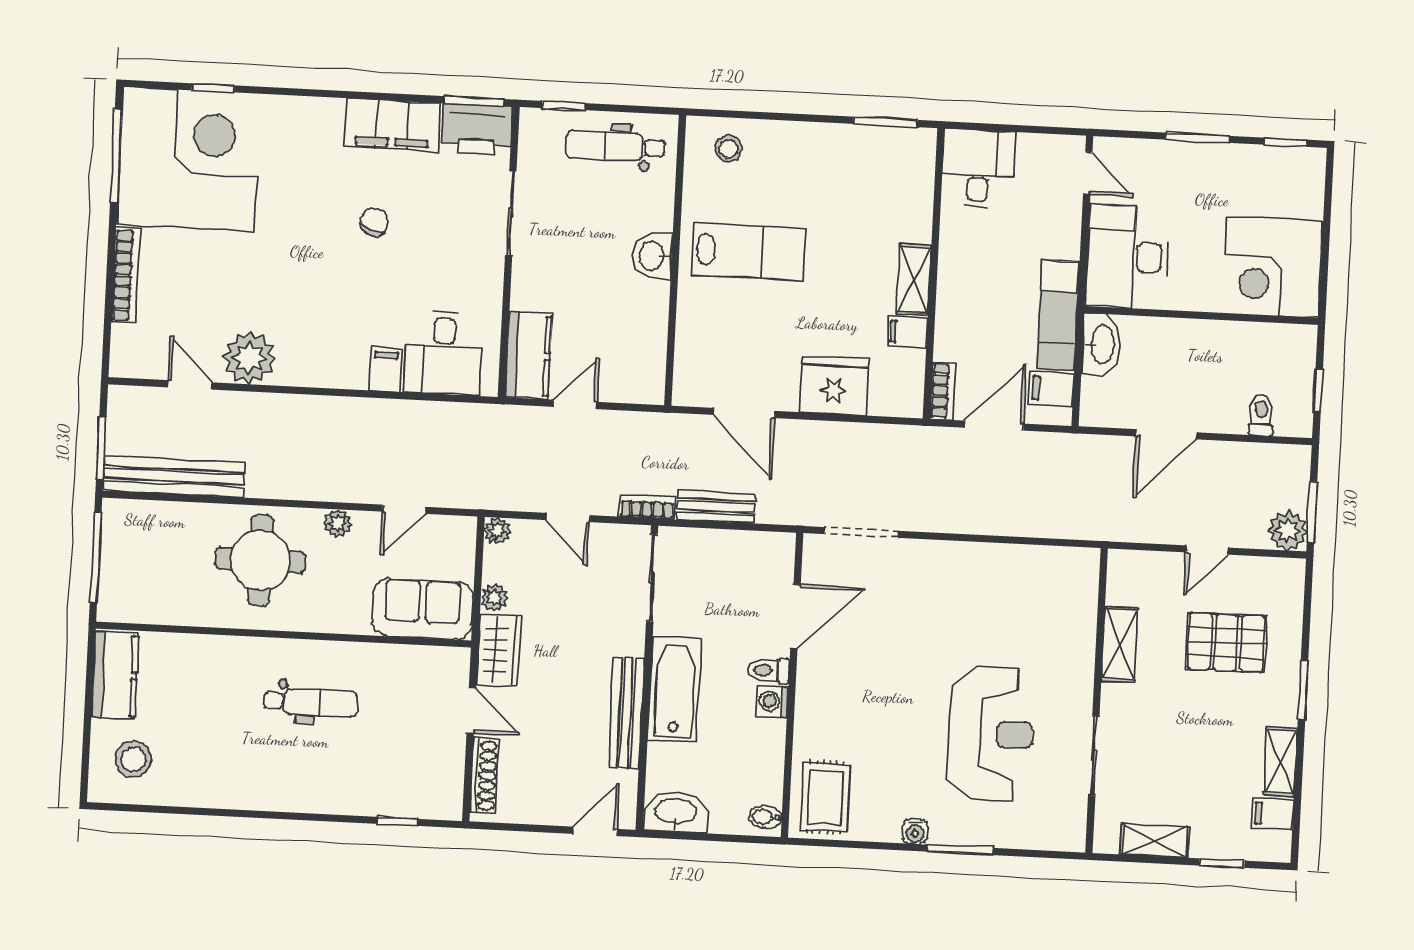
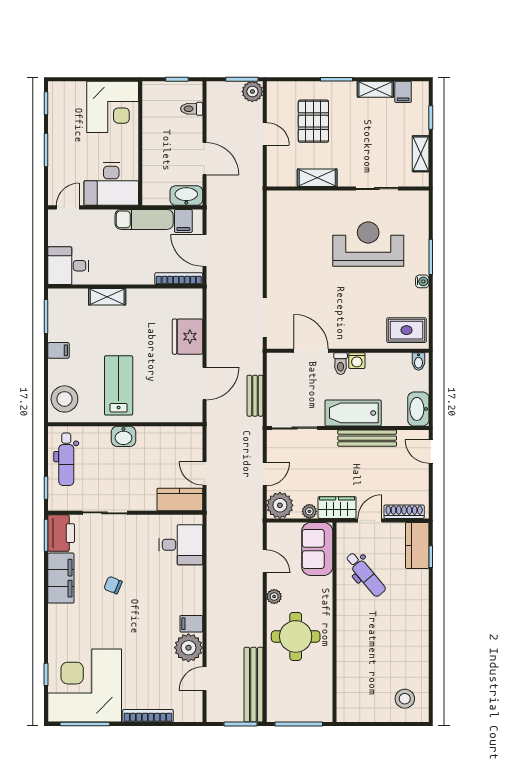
stool: (728, 149) -> (64, 399), width x1.89, depth x1.89
shelving: (914, 280) -> (107, 297), moved
filing cabinet: (907, 332) -> (58, 350), moved, turned -90
washbasin: (1101, 345) -> (186, 196), moved
filing cabinet: (386, 370) -> (191, 624), moved
bookcase: (943, 391) -> (179, 279), width x1.56
bookcase: (647, 507) -> (257, 432), removed
plant: (497, 531) -> (280, 505), width x1.88, depth x1.88
kitchen counter: (115, 675) -> (417, 545), moved, turned -90
dental chair: (311, 702) -> (366, 574), moved, turned 140

